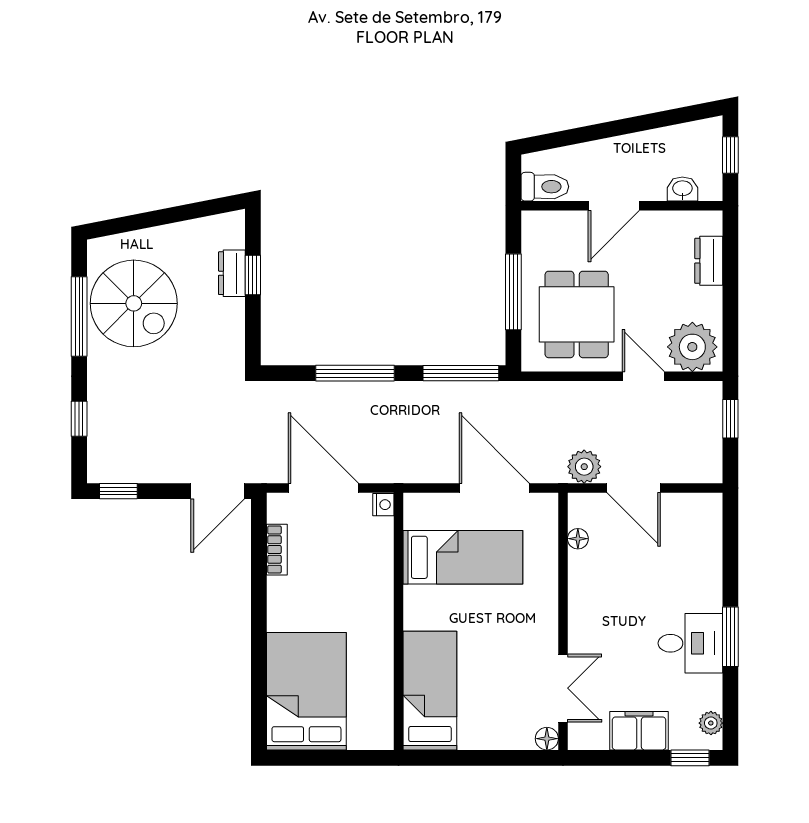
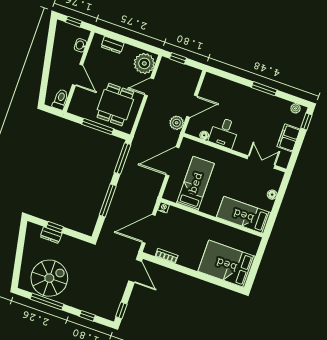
dining table: (577, 314) -> (115, 105), turned 90
desk: (690, 643) -> (224, 133), moved, turned 180
floor lamp: (547, 739) -> (272, 195), moved

